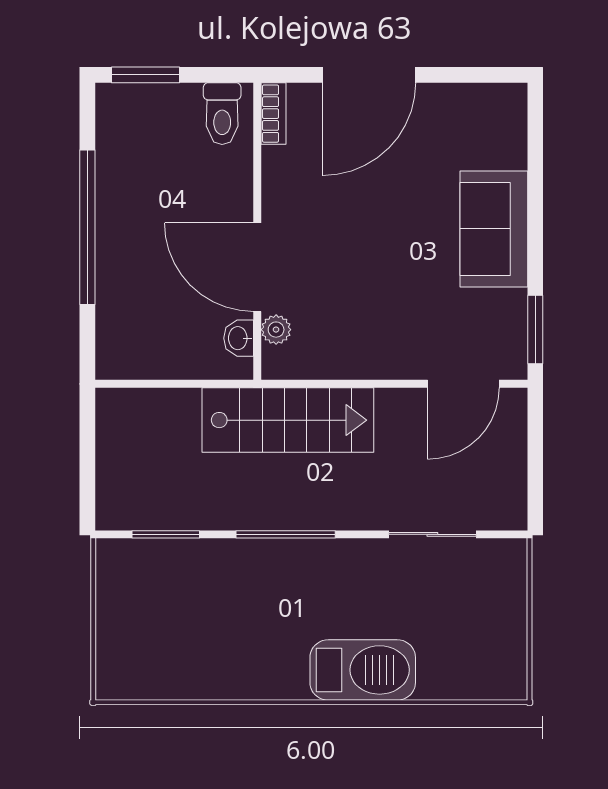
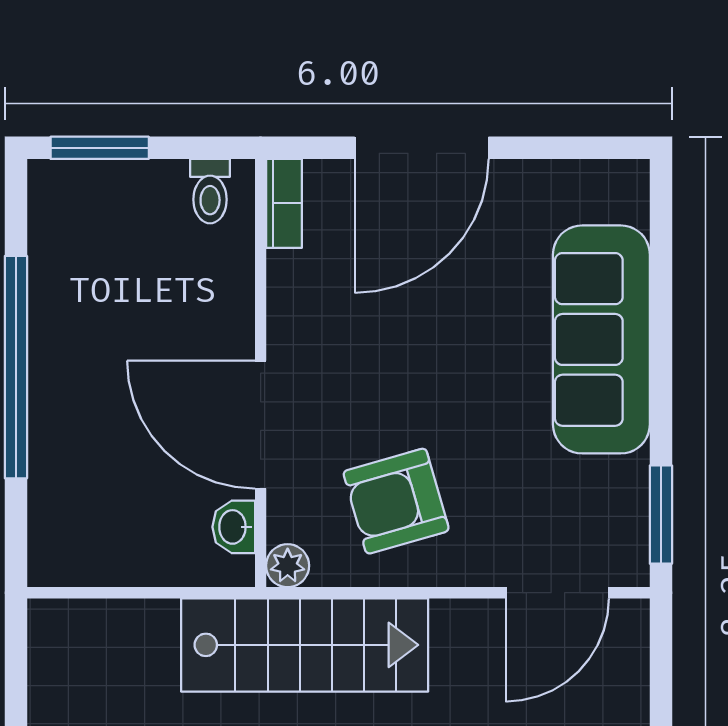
toilet: (222, 114) -> (210, 191), width x0.73, depth x0.72
sofa: (494, 229) -> (601, 339), width x1.36
armchair: (351, 320) -> (396, 501), added
plant: (276, 330) -> (288, 566), moved

